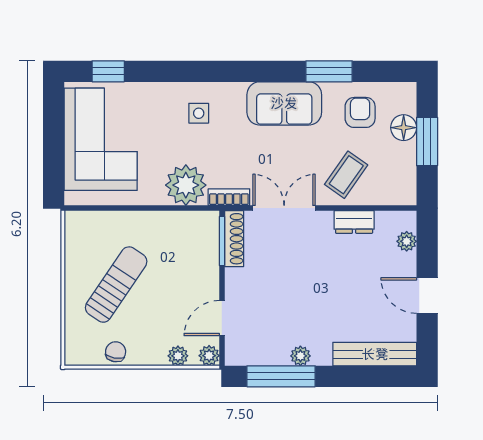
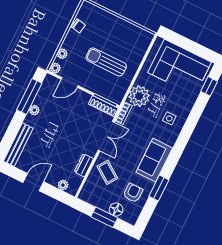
armchair: (360, 112) -> (133, 193), turned -90
sun lounger: (116, 285) -> (106, 62), moved, turned 146
door: (222, 318) -> (70, 83), swing flipped

